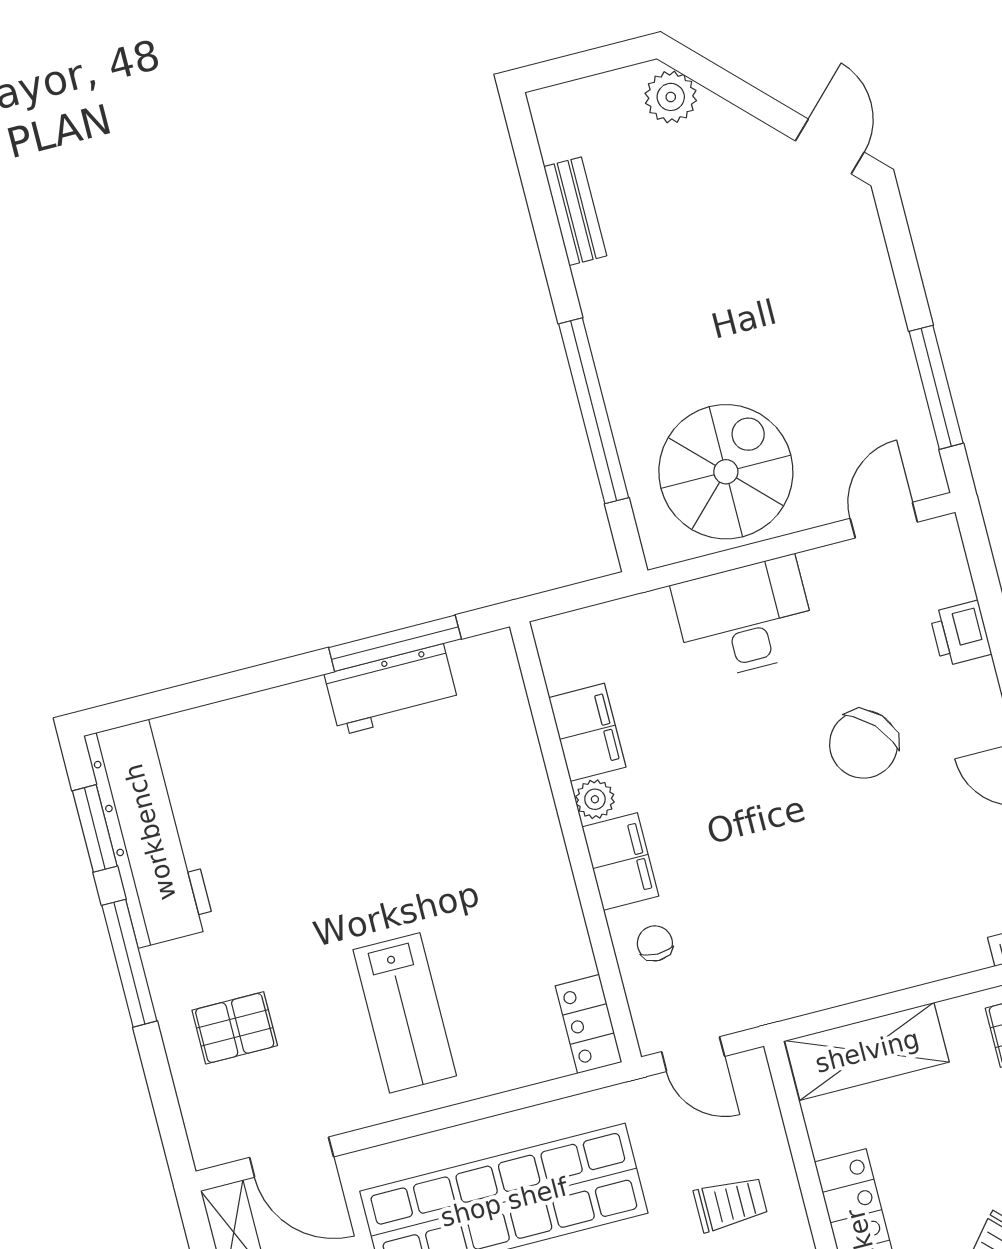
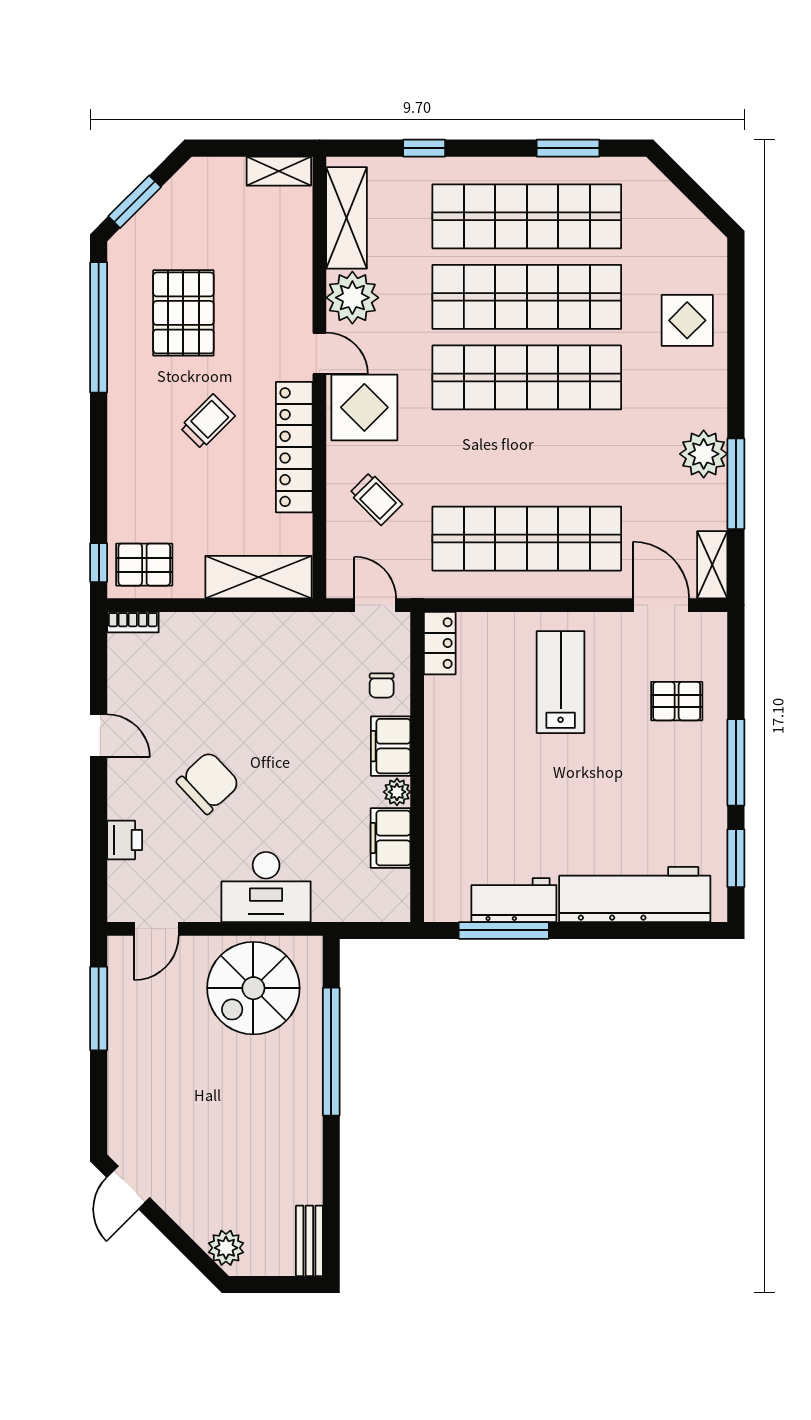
bench: (575, 211) -> (309, 1241), moved
workbench: (150, 832) -> (635, 894), moved, turned 90
trolley: (731, 1204) -> (376, 499), turned -135

